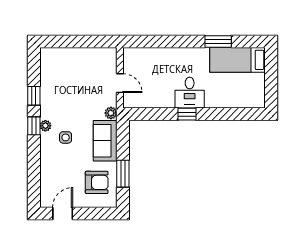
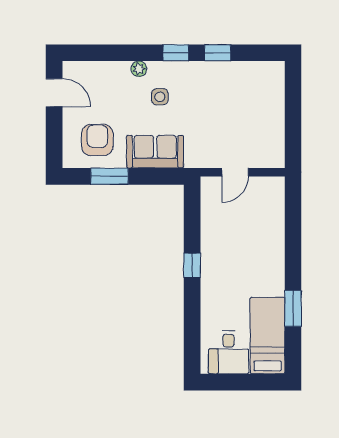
desk: (190, 93) -> (229, 352), moved, turned -90
plant: (111, 113) -> (194, 160), removed
plant: (45, 126) -> (139, 69), moved
armchair: (97, 182) -> (97, 140), turned 180

